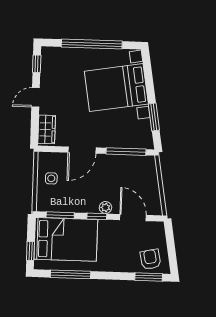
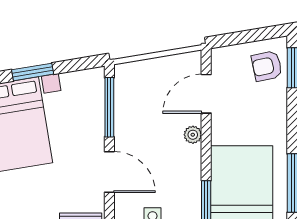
window: (154, 117) -> (33, 72), moved
window: (97, 216) -> (206, 147), removed

